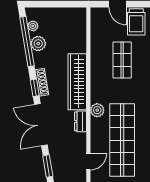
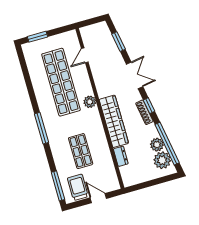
plant: (33, 26) -> (162, 160), width x1.88, depth x1.88
dresser: (81, 121) -> (121, 156), moved
double door: (41, 125) -> (135, 75), width x0.73

